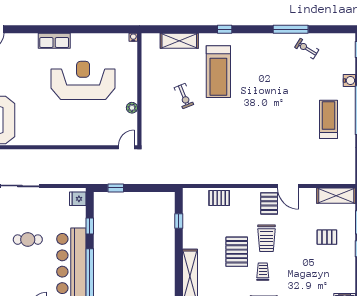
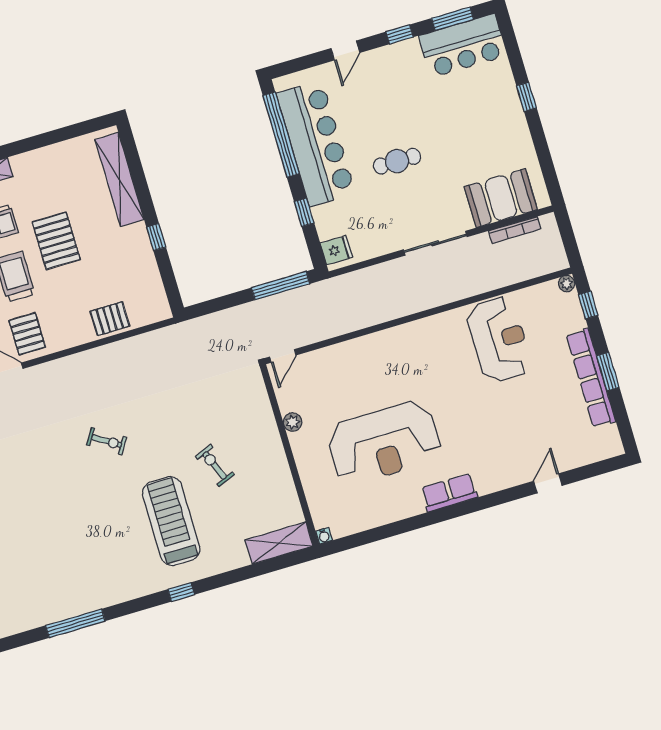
shelving: (179, 41) -> (279, 543), moved
exercise bike: (307, 49) -> (107, 441), moved
window: (116, 188) -> (281, 286), width x2.17
window: (179, 221) -> (156, 237), moved

